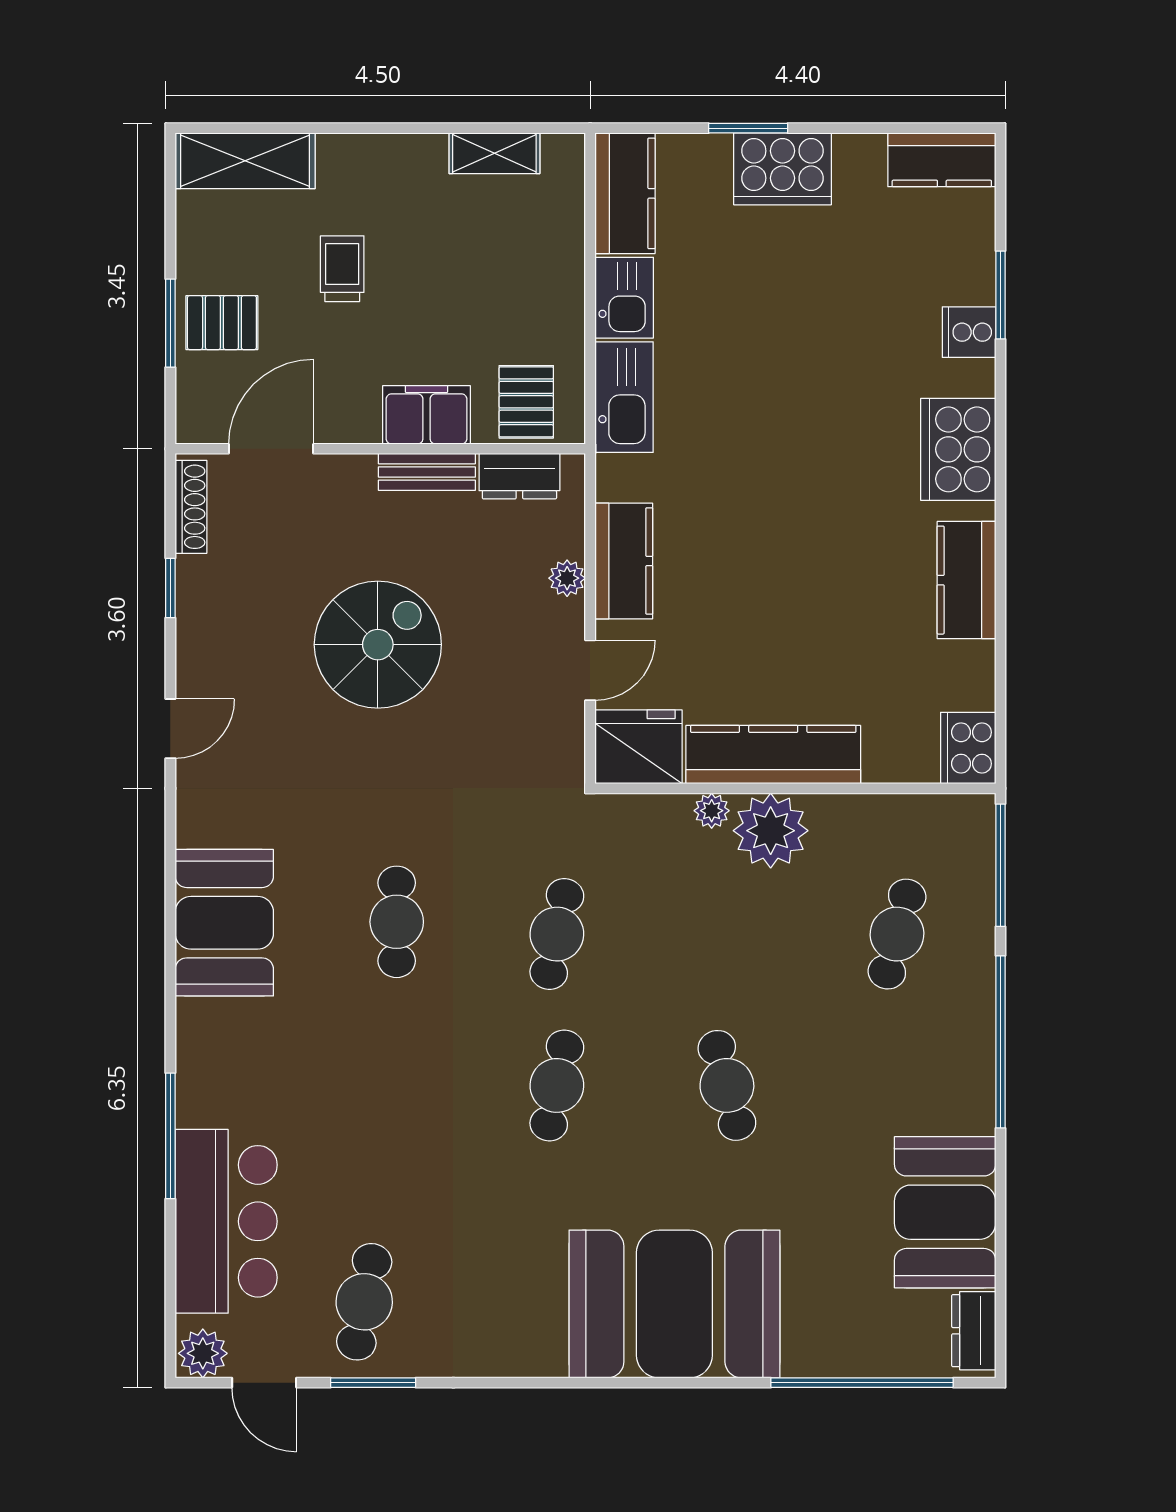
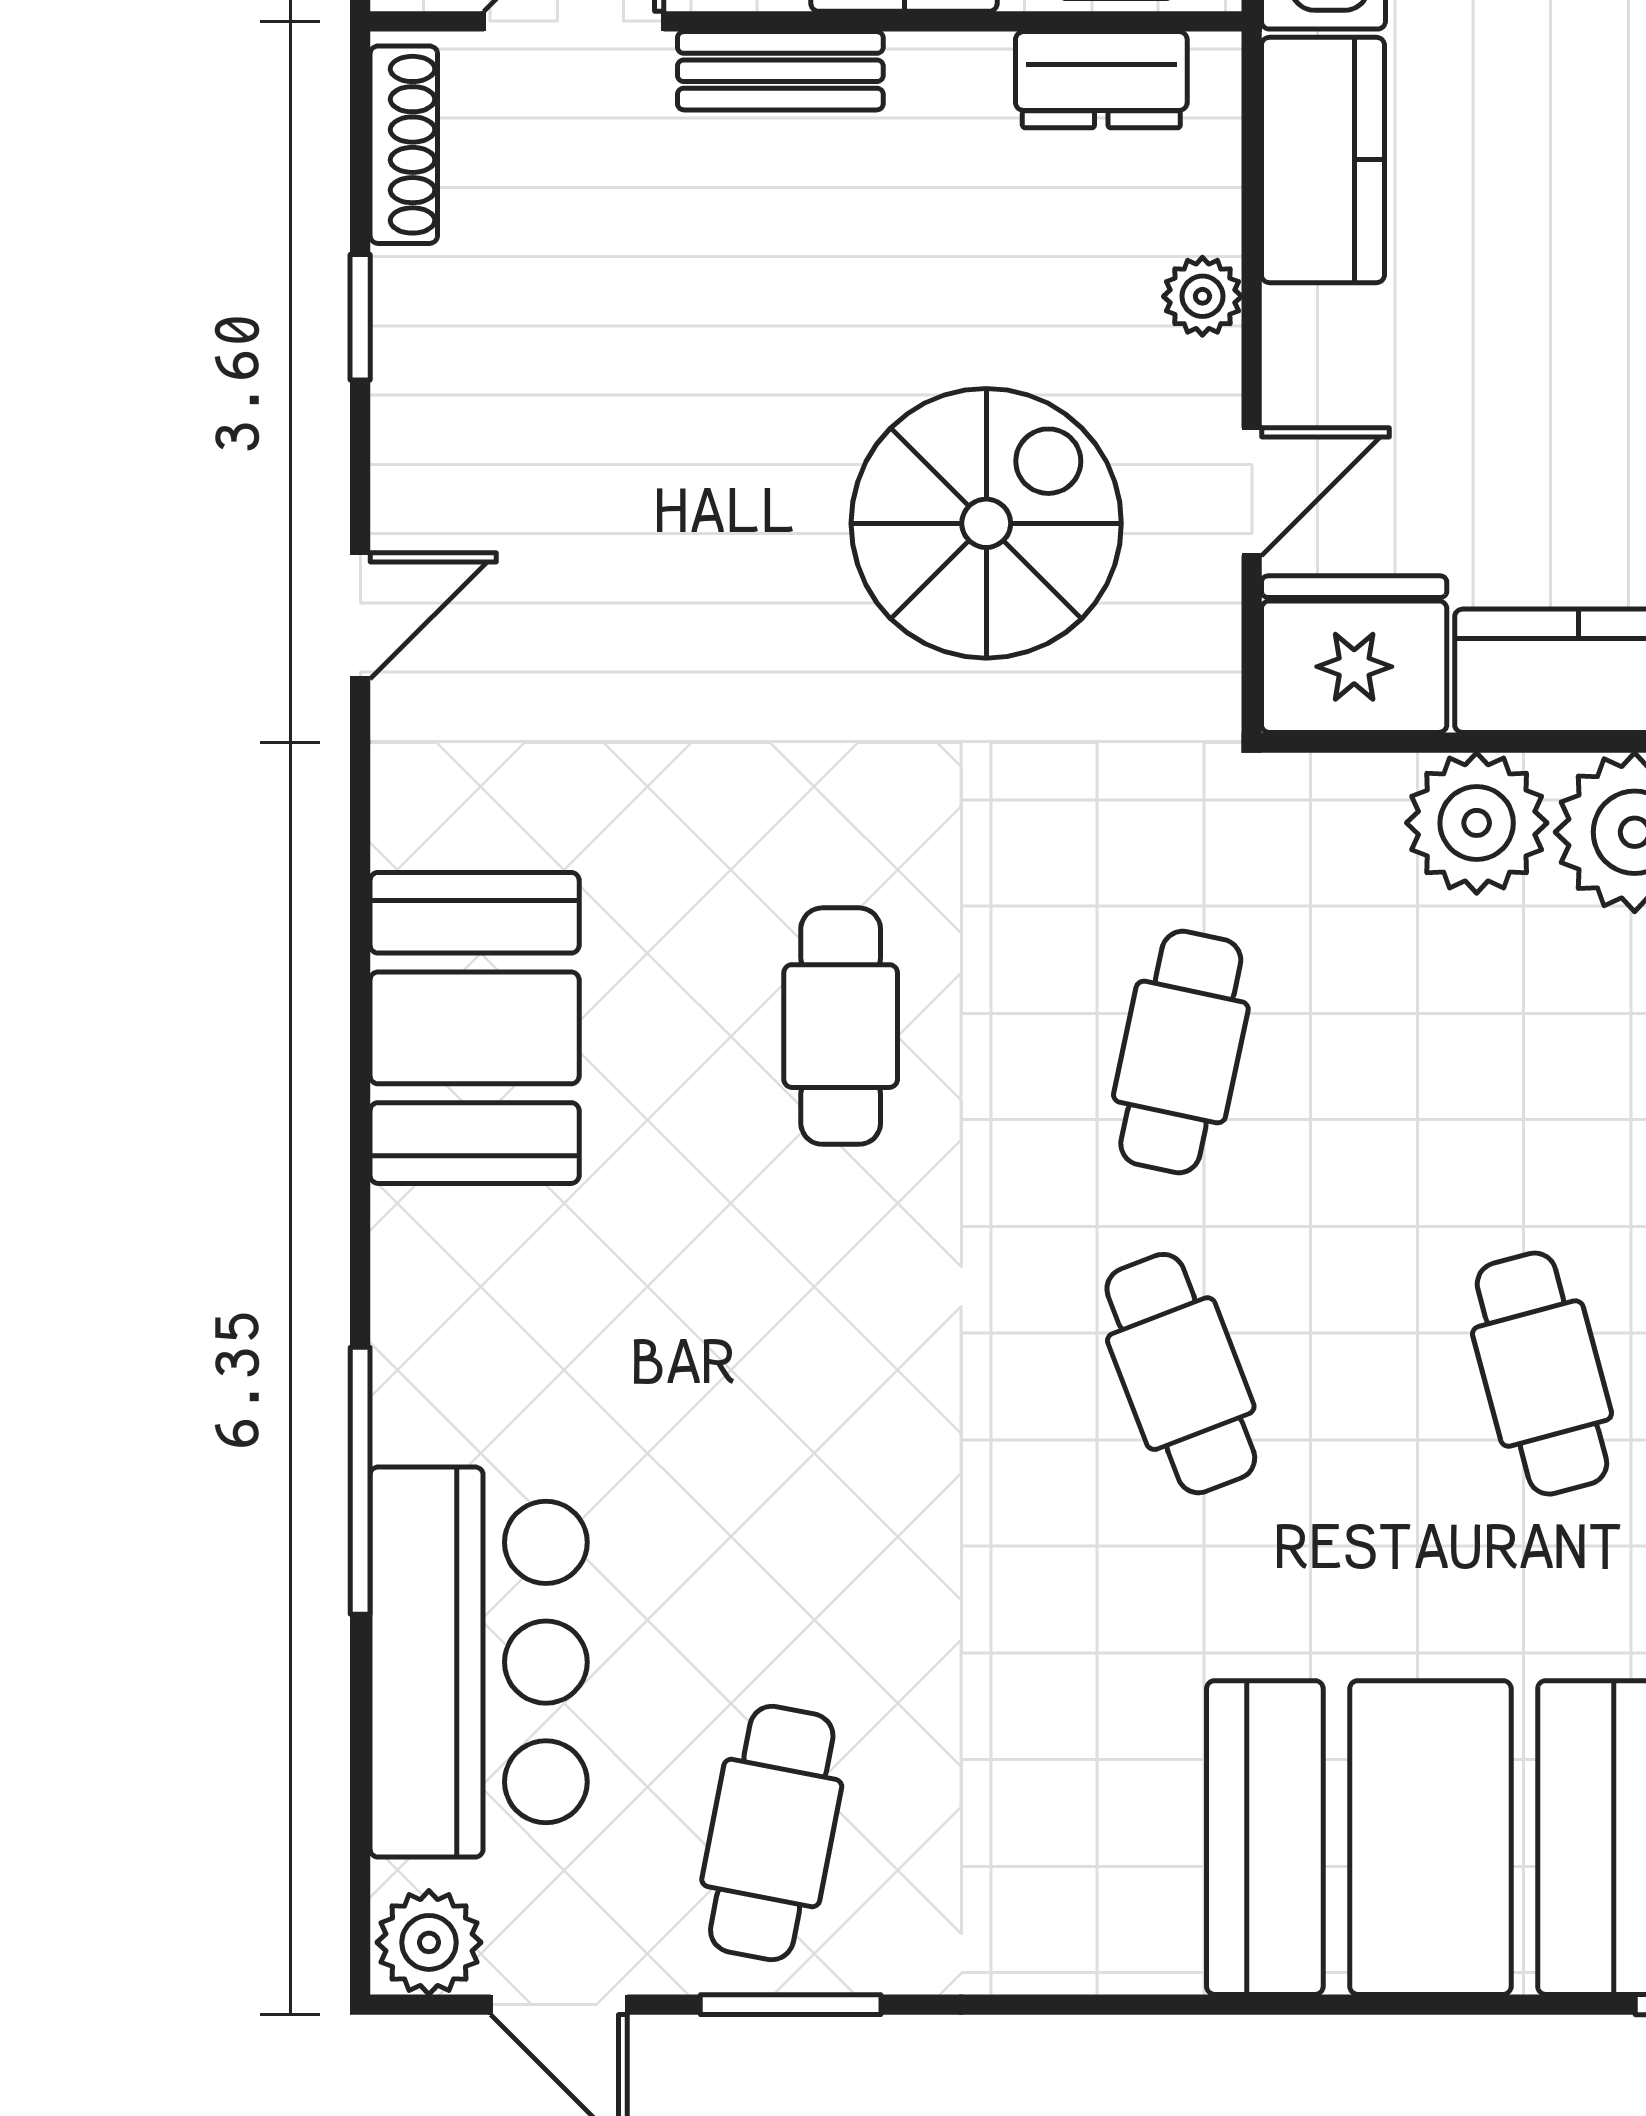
bench: (427, 472) -> (780, 71), moved
kitchen counter: (624, 561) -> (1323, 160), moved
spiral stairs: (378, 645) -> (986, 523), moved
plant: (712, 811) -> (1477, 823), width x1.88, depth x1.88
cafe table: (557, 1085) -> (1181, 1374), turned -33

